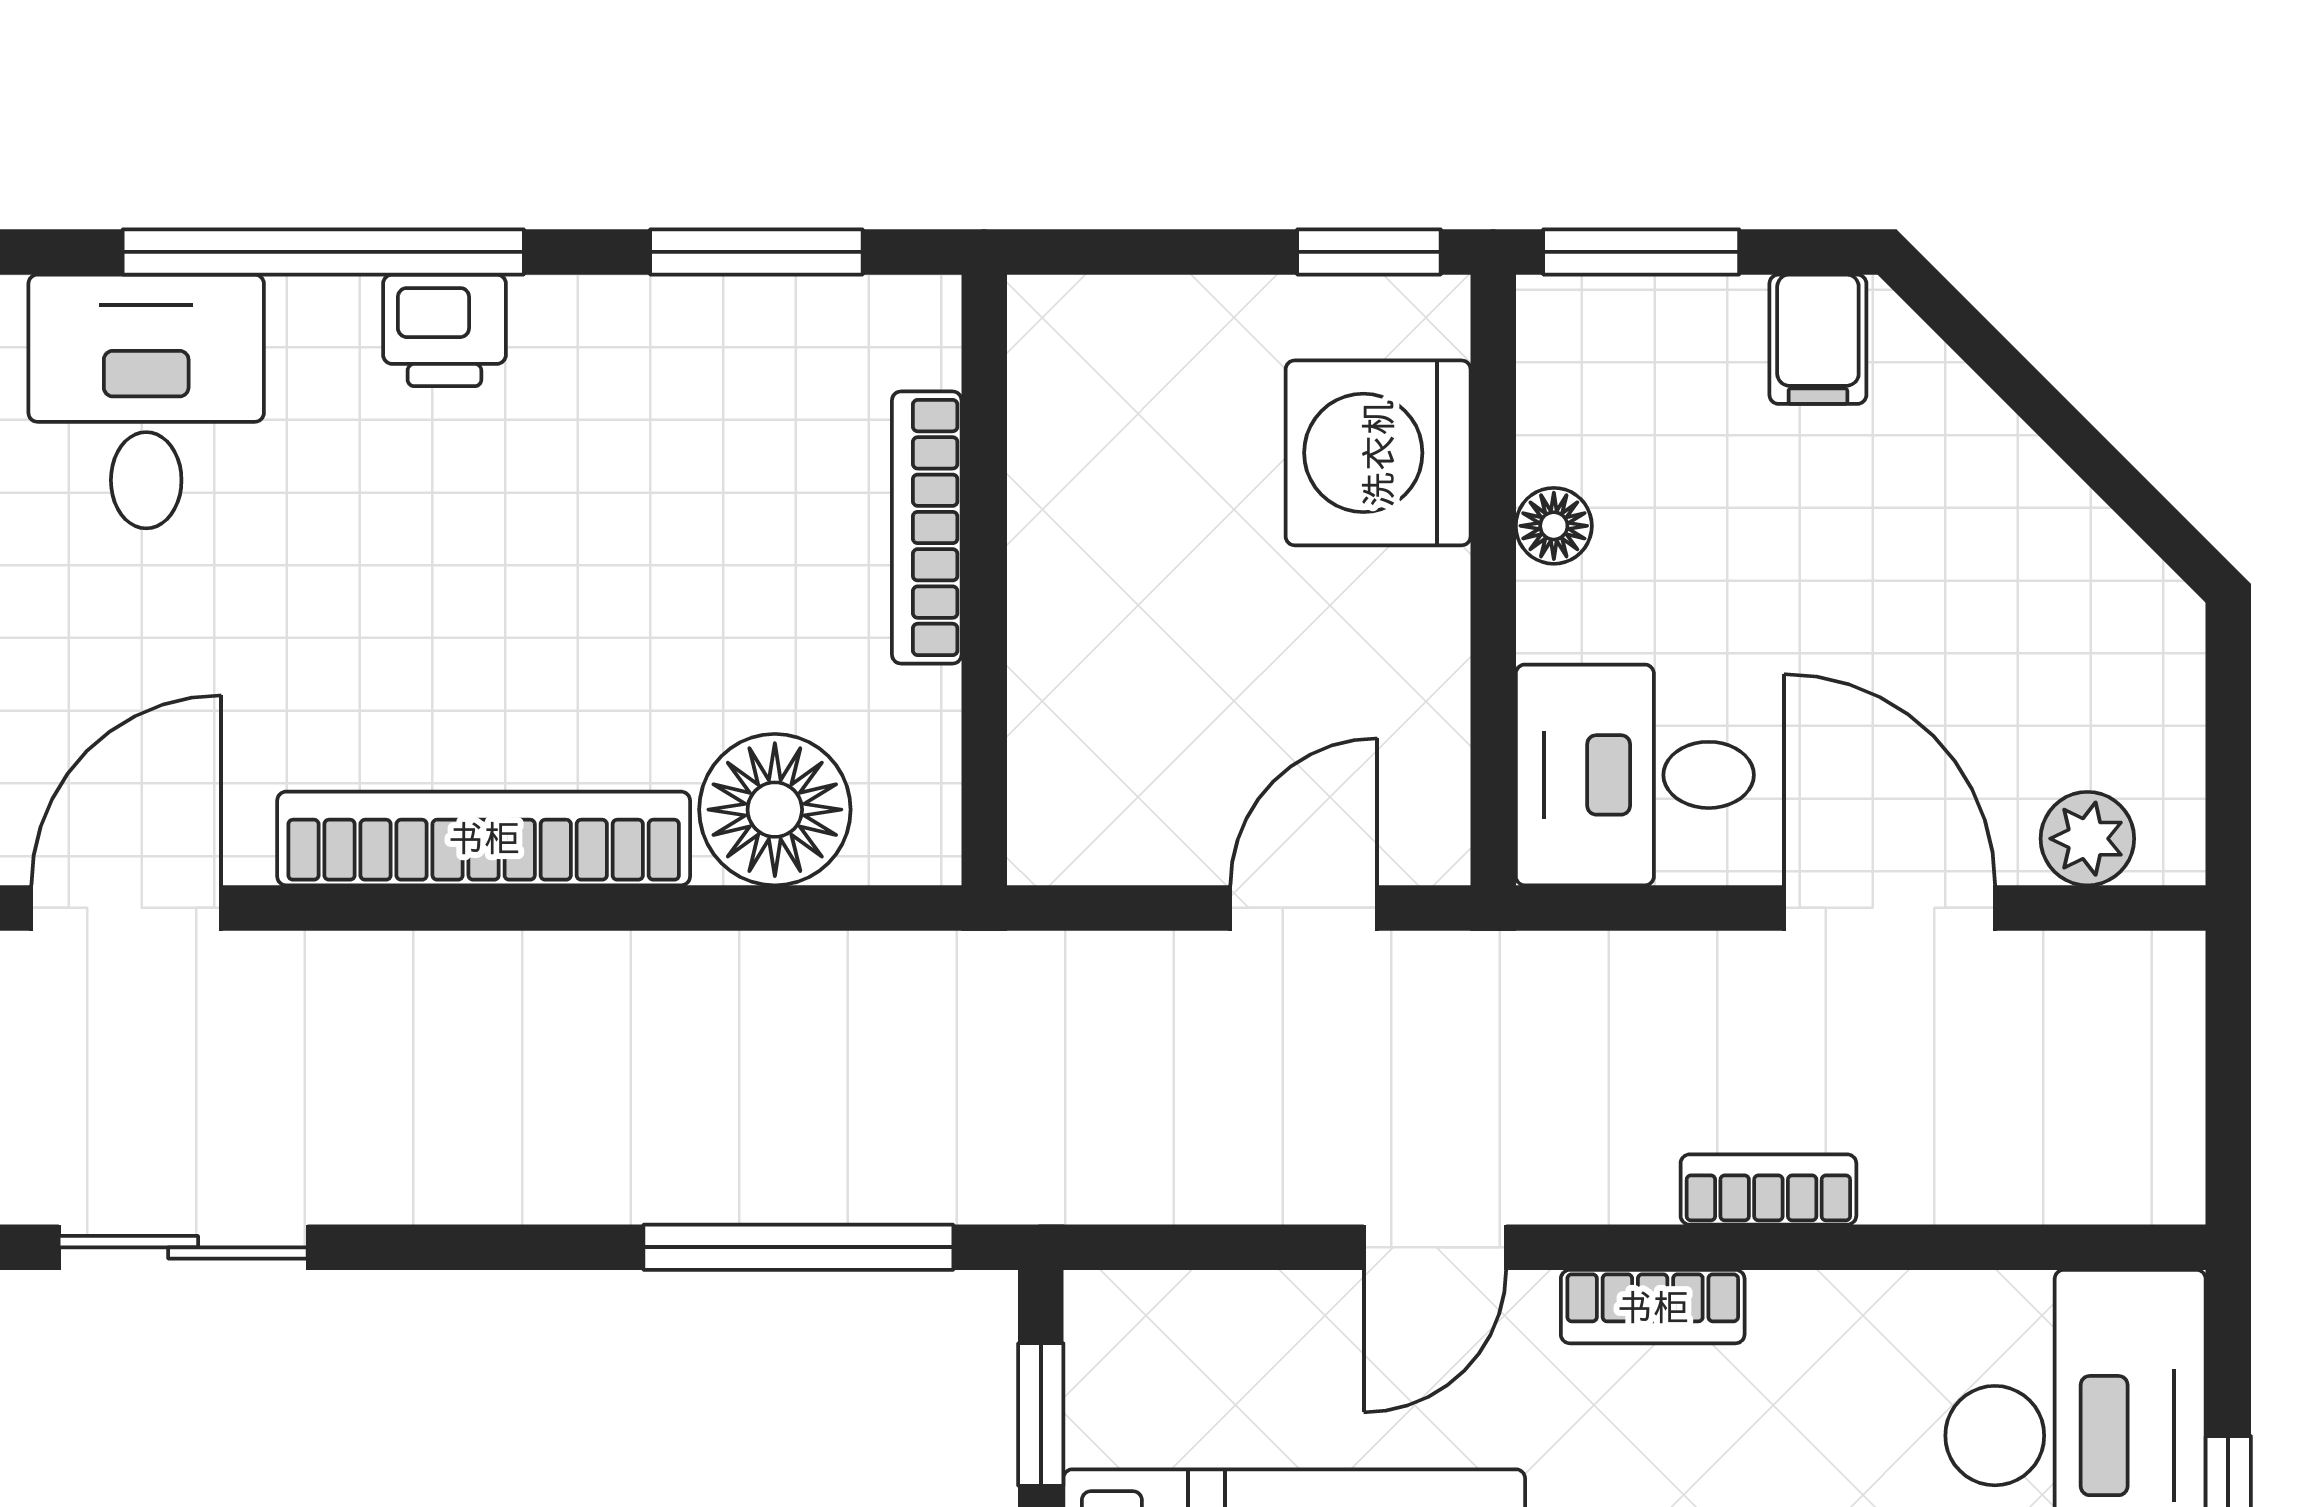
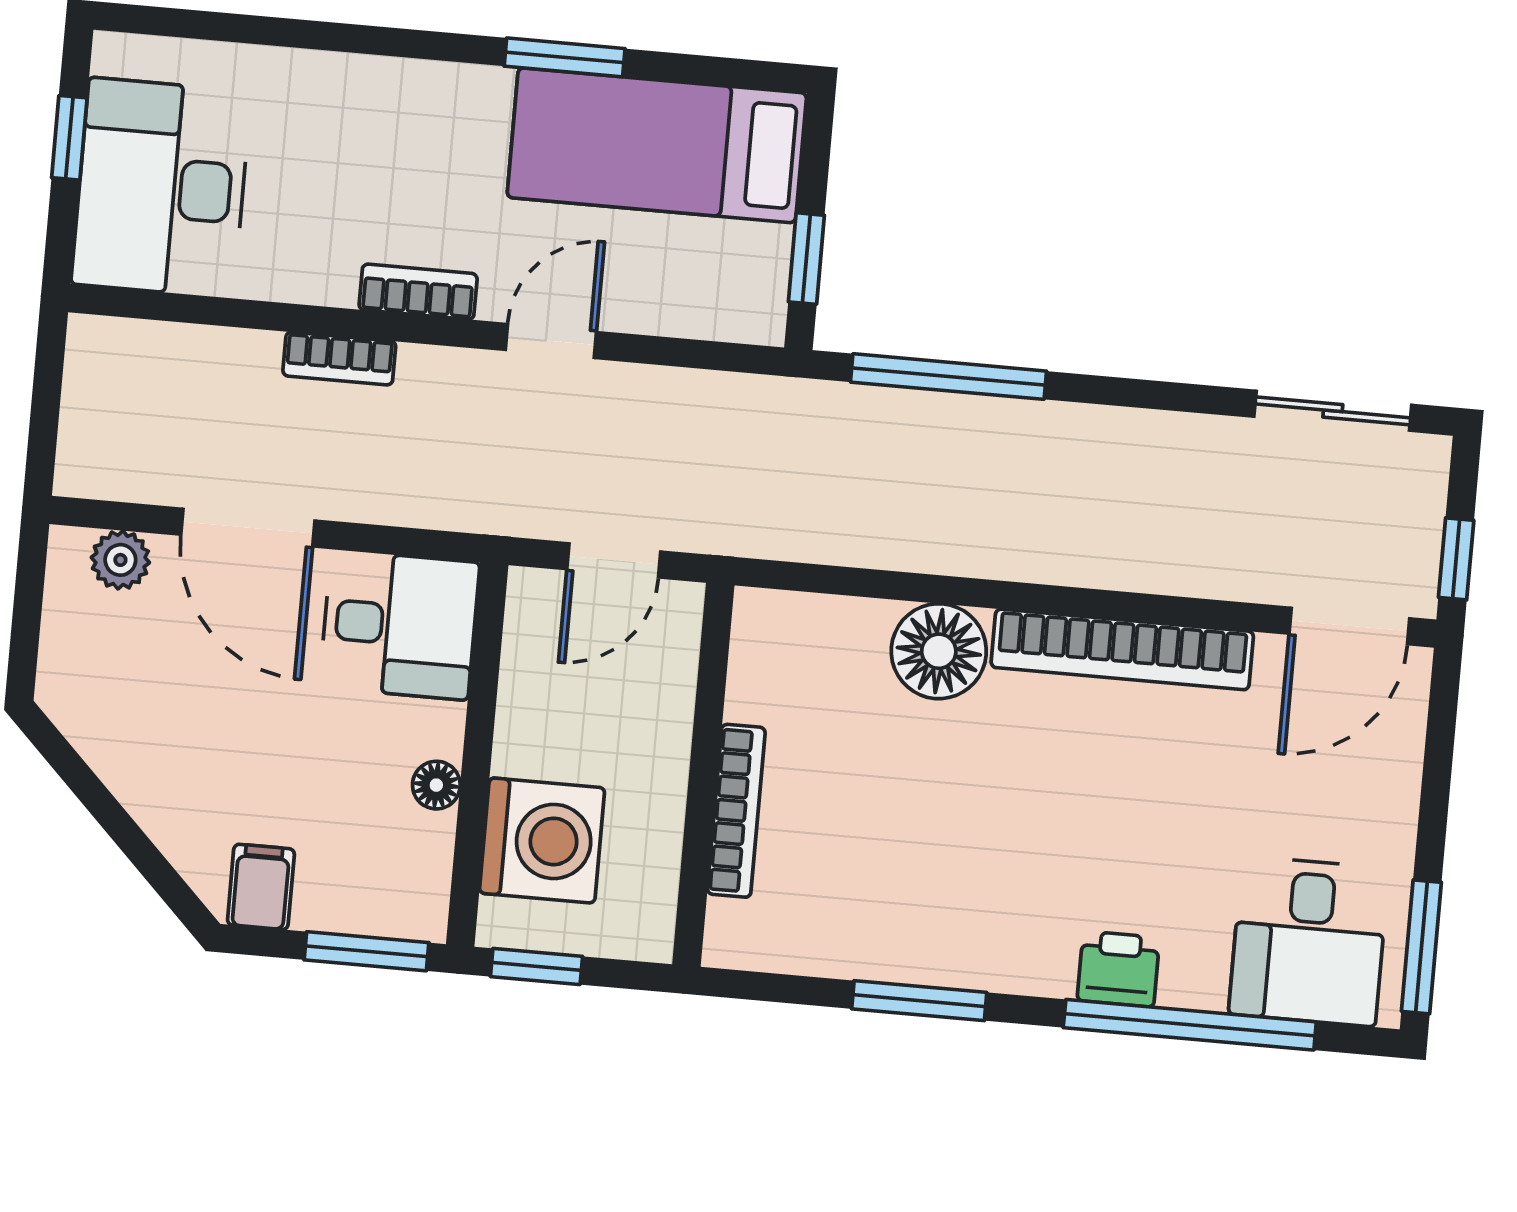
bookcase: (927, 527) -> (736, 811), moved
wall: (984, 580) -> (703, 775), moved

